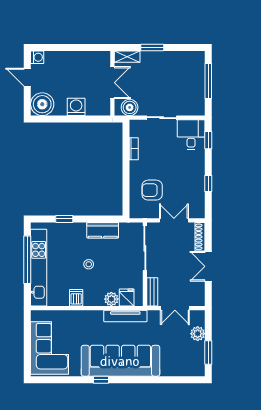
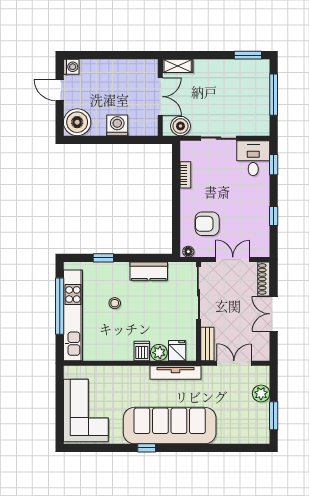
window: (152, 48) -> (248, 55), moved
floor lamp: (136, 214) -> (188, 252), added
stool: (89, 264) -> (115, 303), moved
dishwasher: (76, 298) -> (142, 351), moved
double door: (175, 308) -> (234, 363), swing flipped

